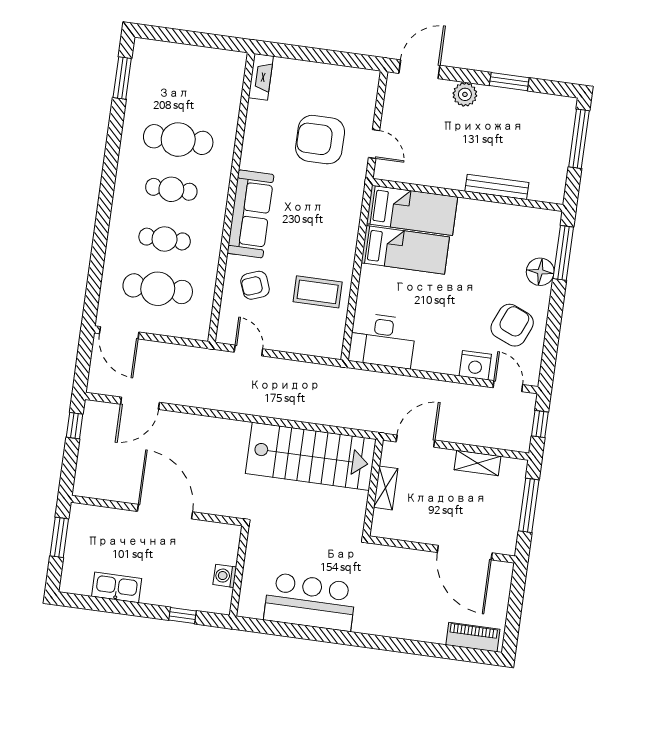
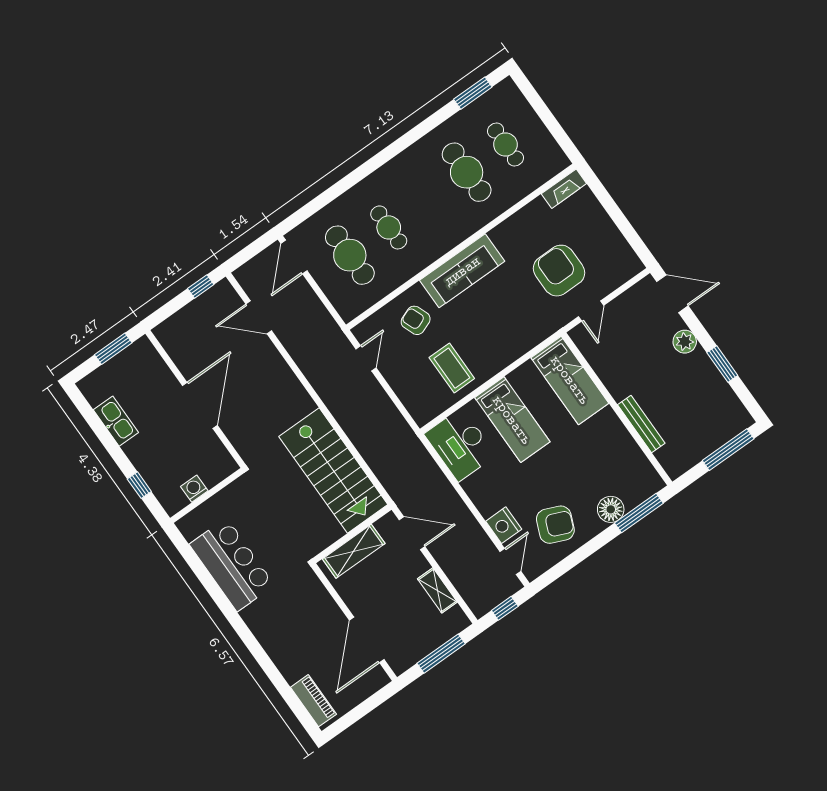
cafe table: (171, 189) -> (505, 144), moved
bed: (405, 250) -> (512, 420), moved
shelving: (386, 488) -> (354, 551), width x1.50, depth x1.33

